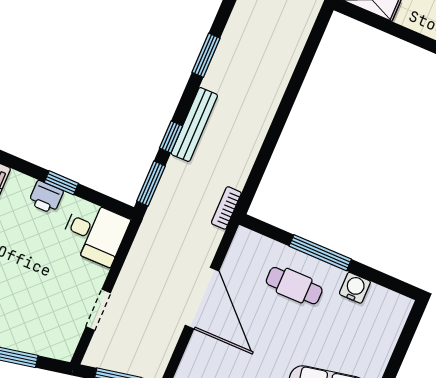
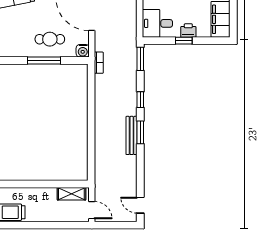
bench: (194, 124) -> (132, 135), moved
window: (171, 137) -> (140, 100), moved
water cooler: (355, 288) -> (83, 51), moved

